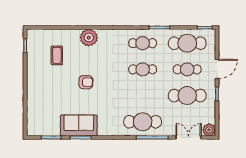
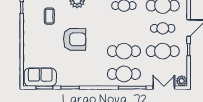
cafe table: (143, 69) -> (124, 51), moved, width x1.37, depth x1.35
armchair: (86, 82) -> (75, 39), width x1.88, depth x1.88
sofa: (79, 125) -> (40, 77), moved

